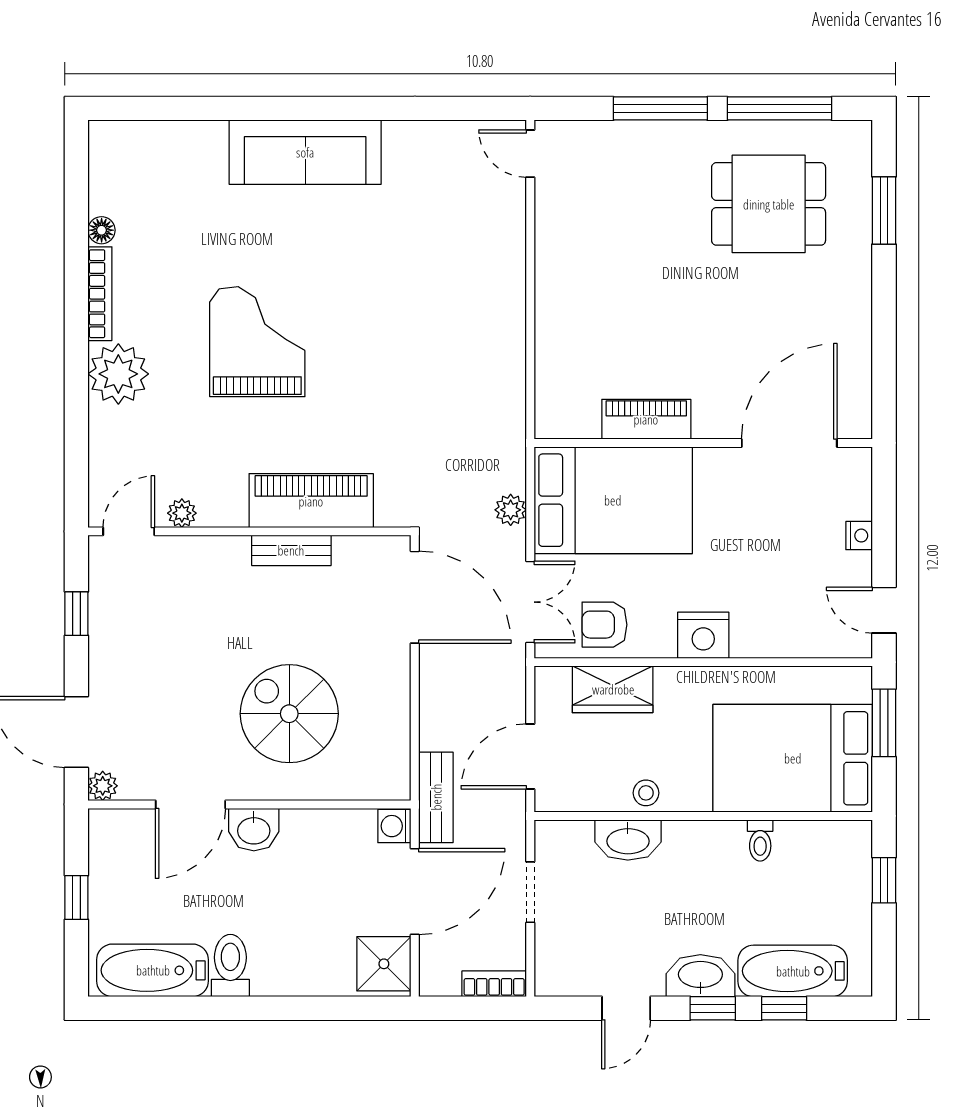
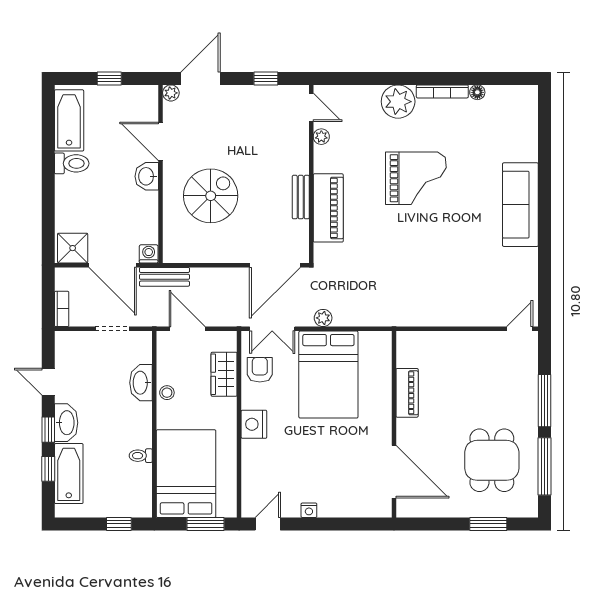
piano: (646, 419) -> (407, 393), moved
wall: (703, 443) -> (394, 424), moved
door: (789, 443) -> (394, 472), moved

